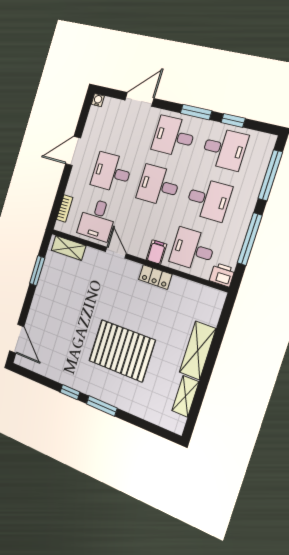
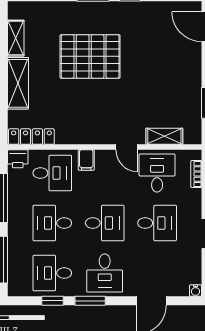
desk: (174, 136) -> (105, 273), turned 90
shelving: (69, 248) -> (164, 136), moved
locker: (155, 277) -> (31, 137), moved, width x1.53

